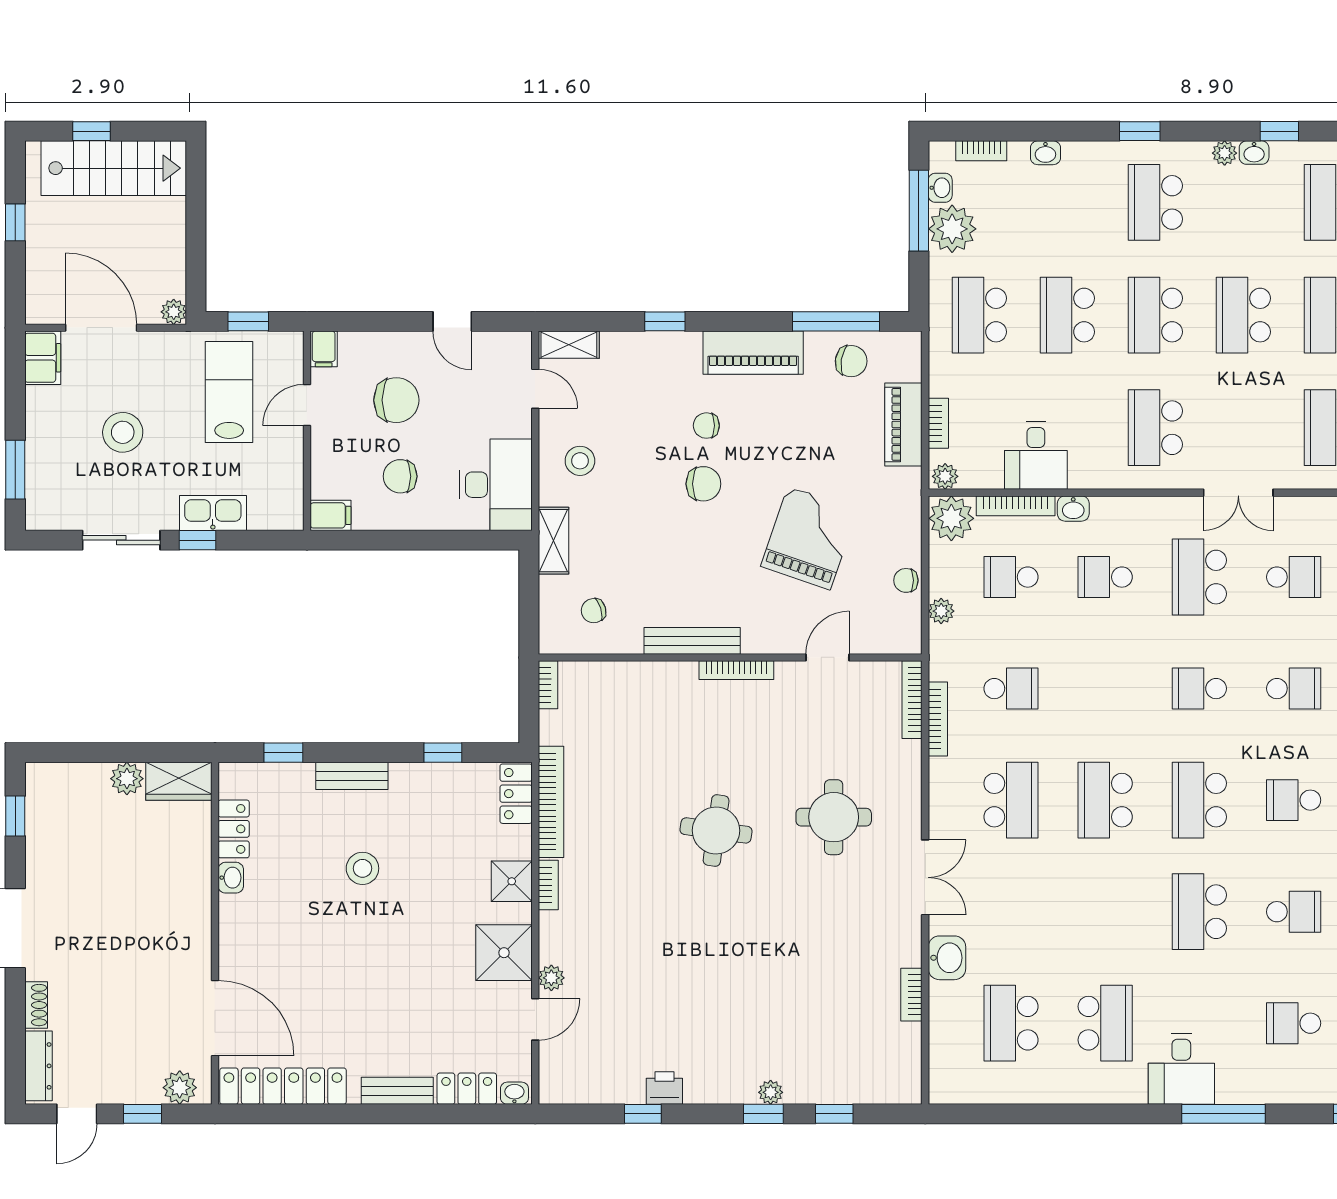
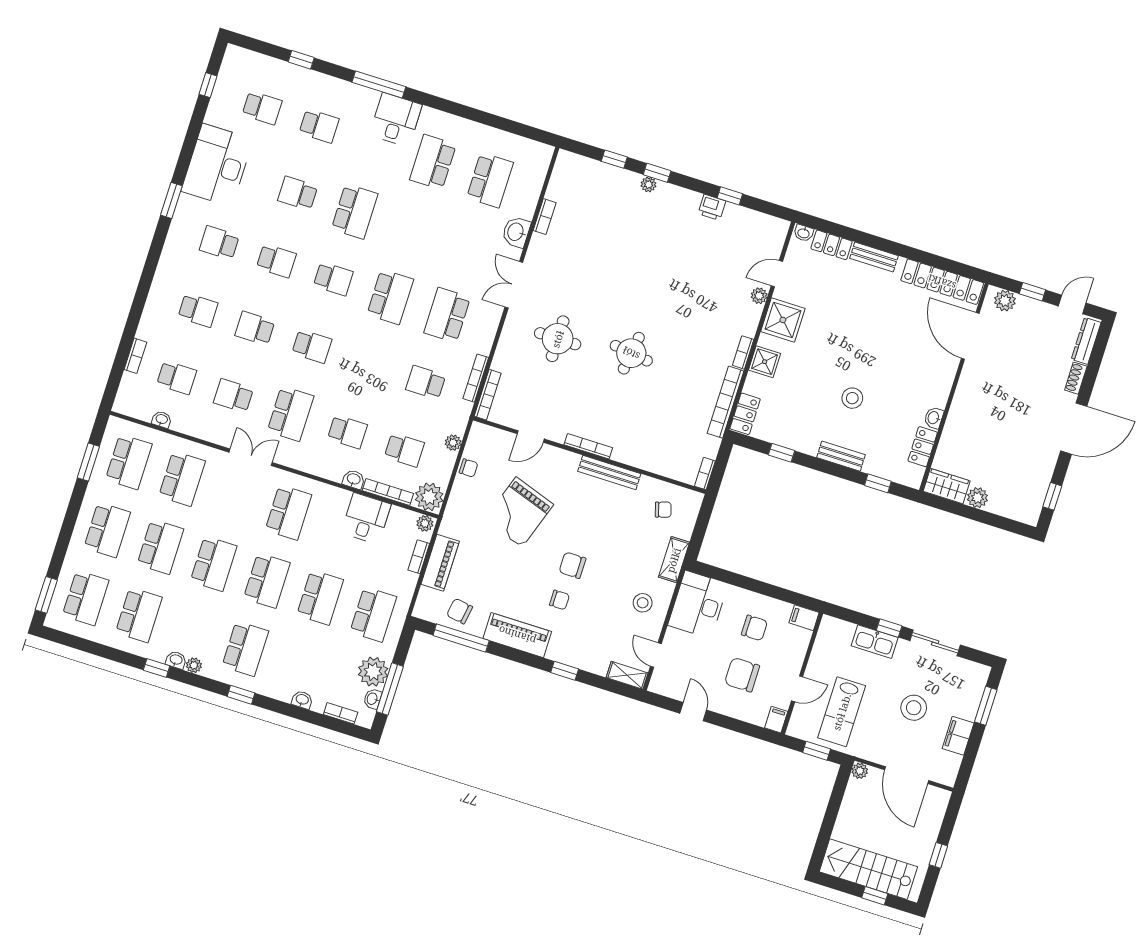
filing cabinet: (43, 358) -> (958, 736), moved
school desk: (1199, 800) -> (333, 279), width x0.54

